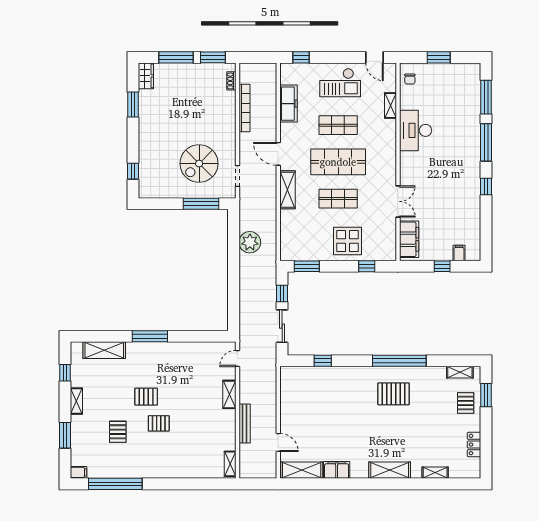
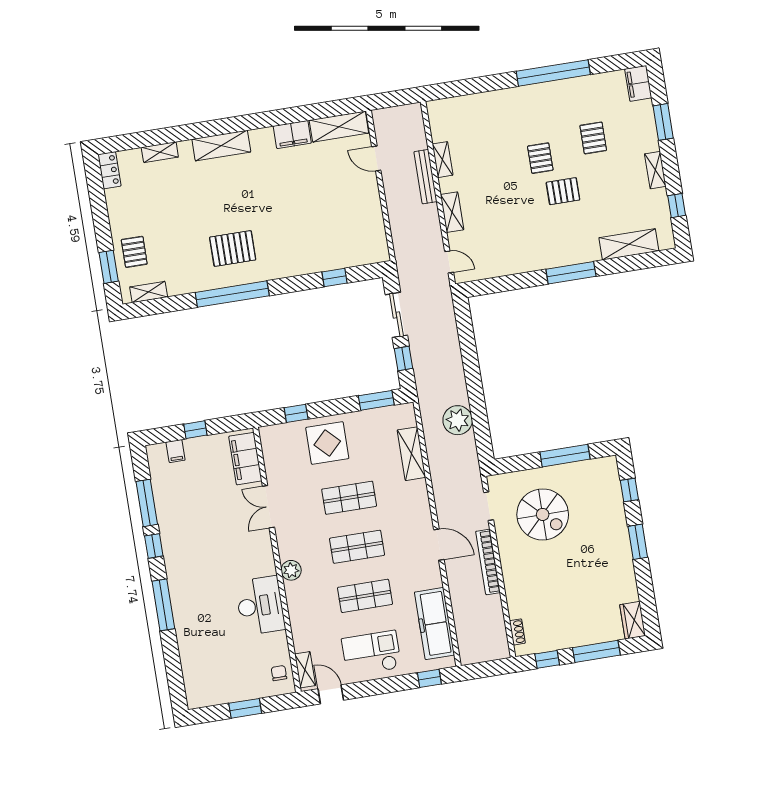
window: (213, 57) -> (547, 659), width x0.67
window: (486, 97) -> (147, 503), moved
window: (133, 104) -> (638, 542), moved
freezer: (288, 104) -> (434, 624), width x1.36, depth x1.26
shelving: (390, 106) -> (305, 670), moved
bookcase: (244, 108) -> (488, 562), moved
plant: (389, 152) -> (291, 570), added
shop shelf: (338, 162) -> (357, 547), width x0.70, depth x0.74
spiral stairs: (199, 164) -> (543, 514), turned 90
shelving: (287, 190) -> (411, 454), moved
window: (201, 204) -> (565, 456), moved
door: (237, 358) -> (449, 262), hinge flipped
pallet: (159, 423) -> (540, 158), turned 90
locker: (474, 445) -> (109, 170), moved
shelving: (230, 464) -> (443, 160), moved
filing cabinet: (79, 472) -> (638, 83), width x2.00
window: (115, 484) -> (553, 73), moved

